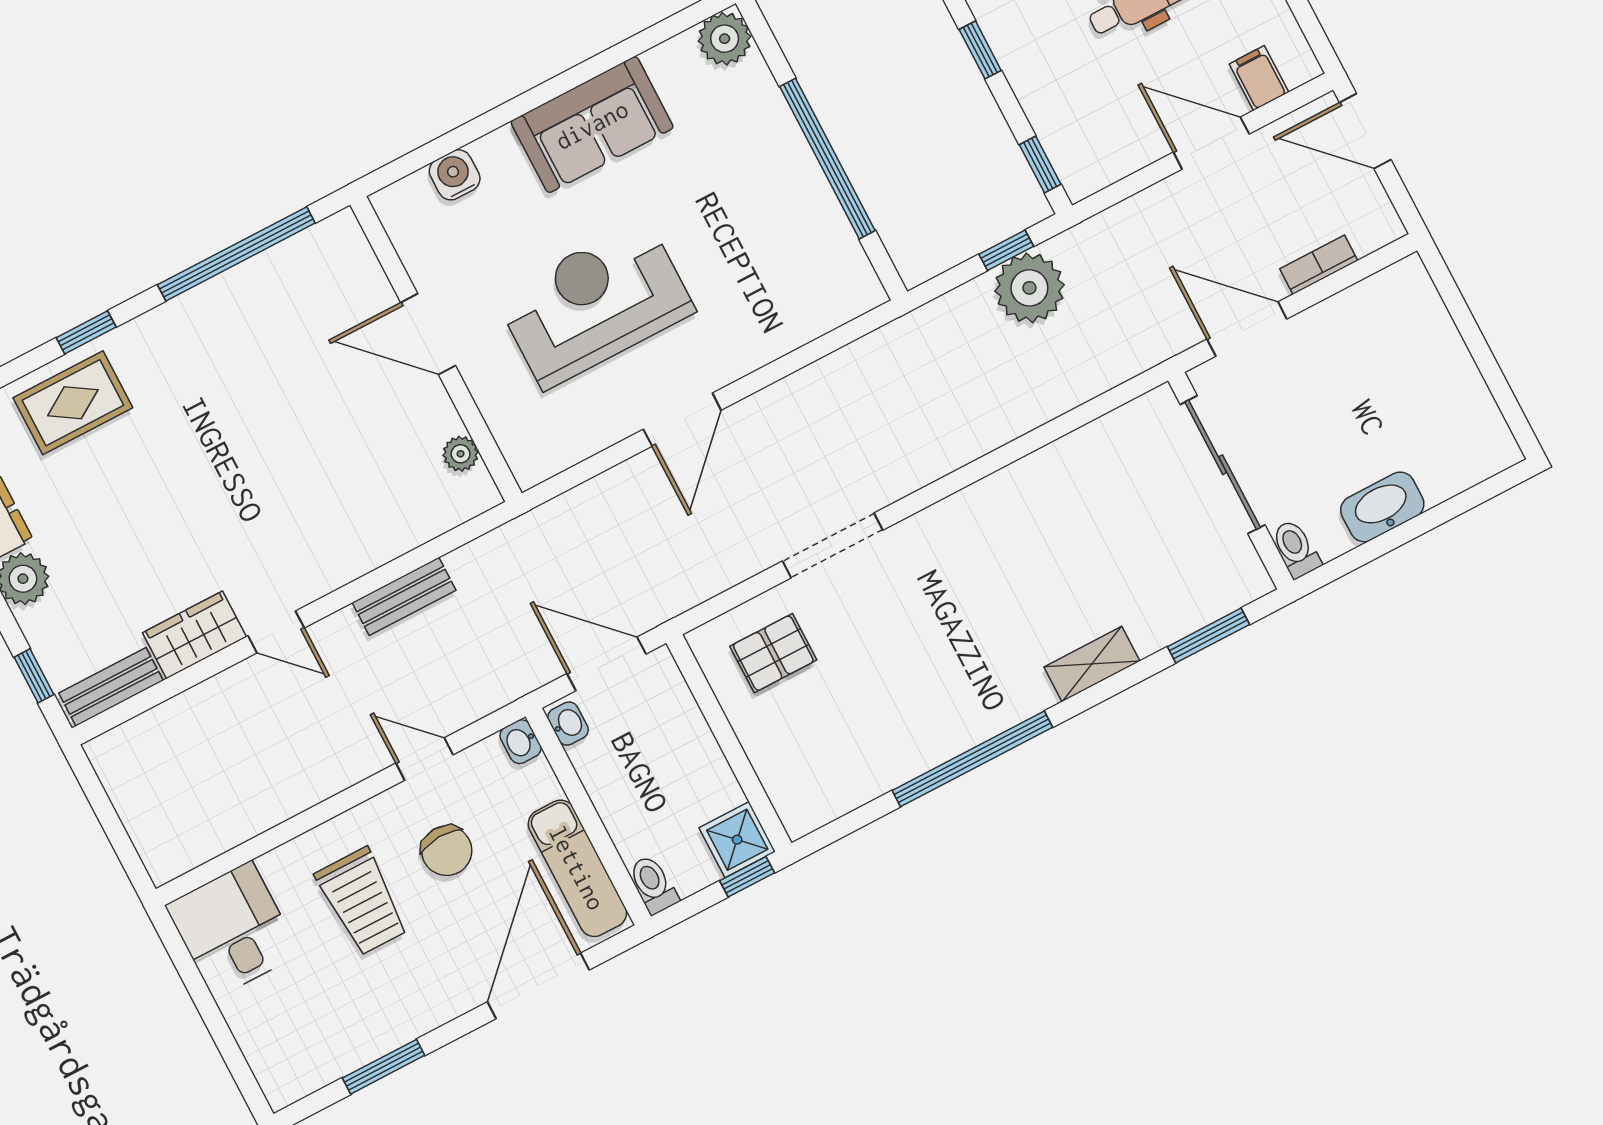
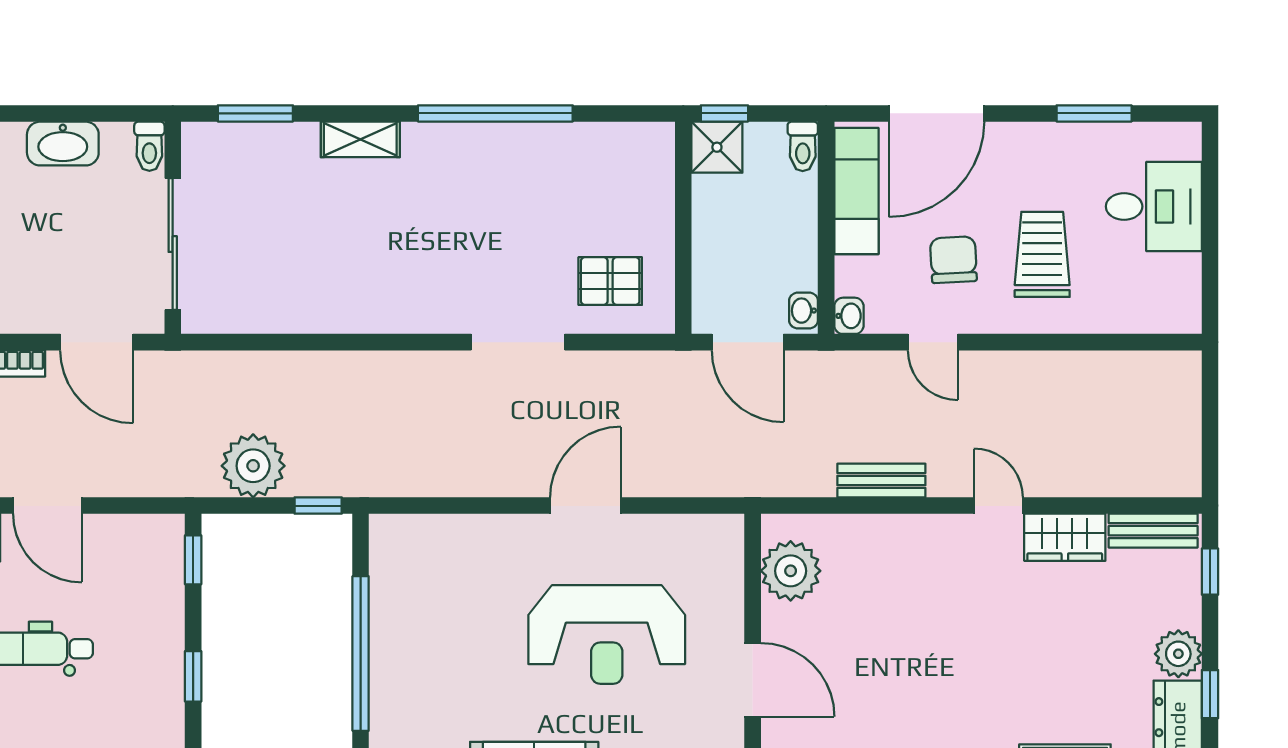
window: (1006, 250) -> (318, 506), moved
plant: (461, 454) -> (791, 571), width x1.88, depth x1.88
desk: (233, 930) -> (1154, 206), moved, turned -90

